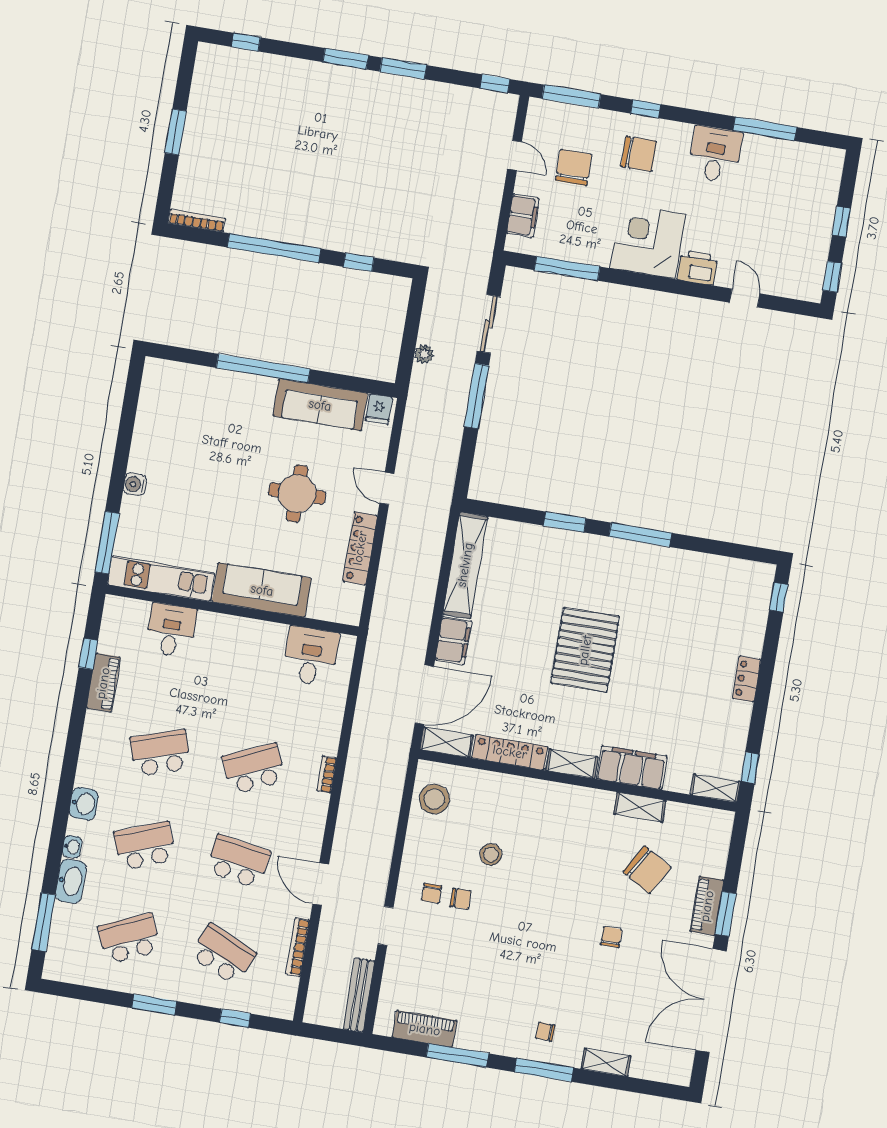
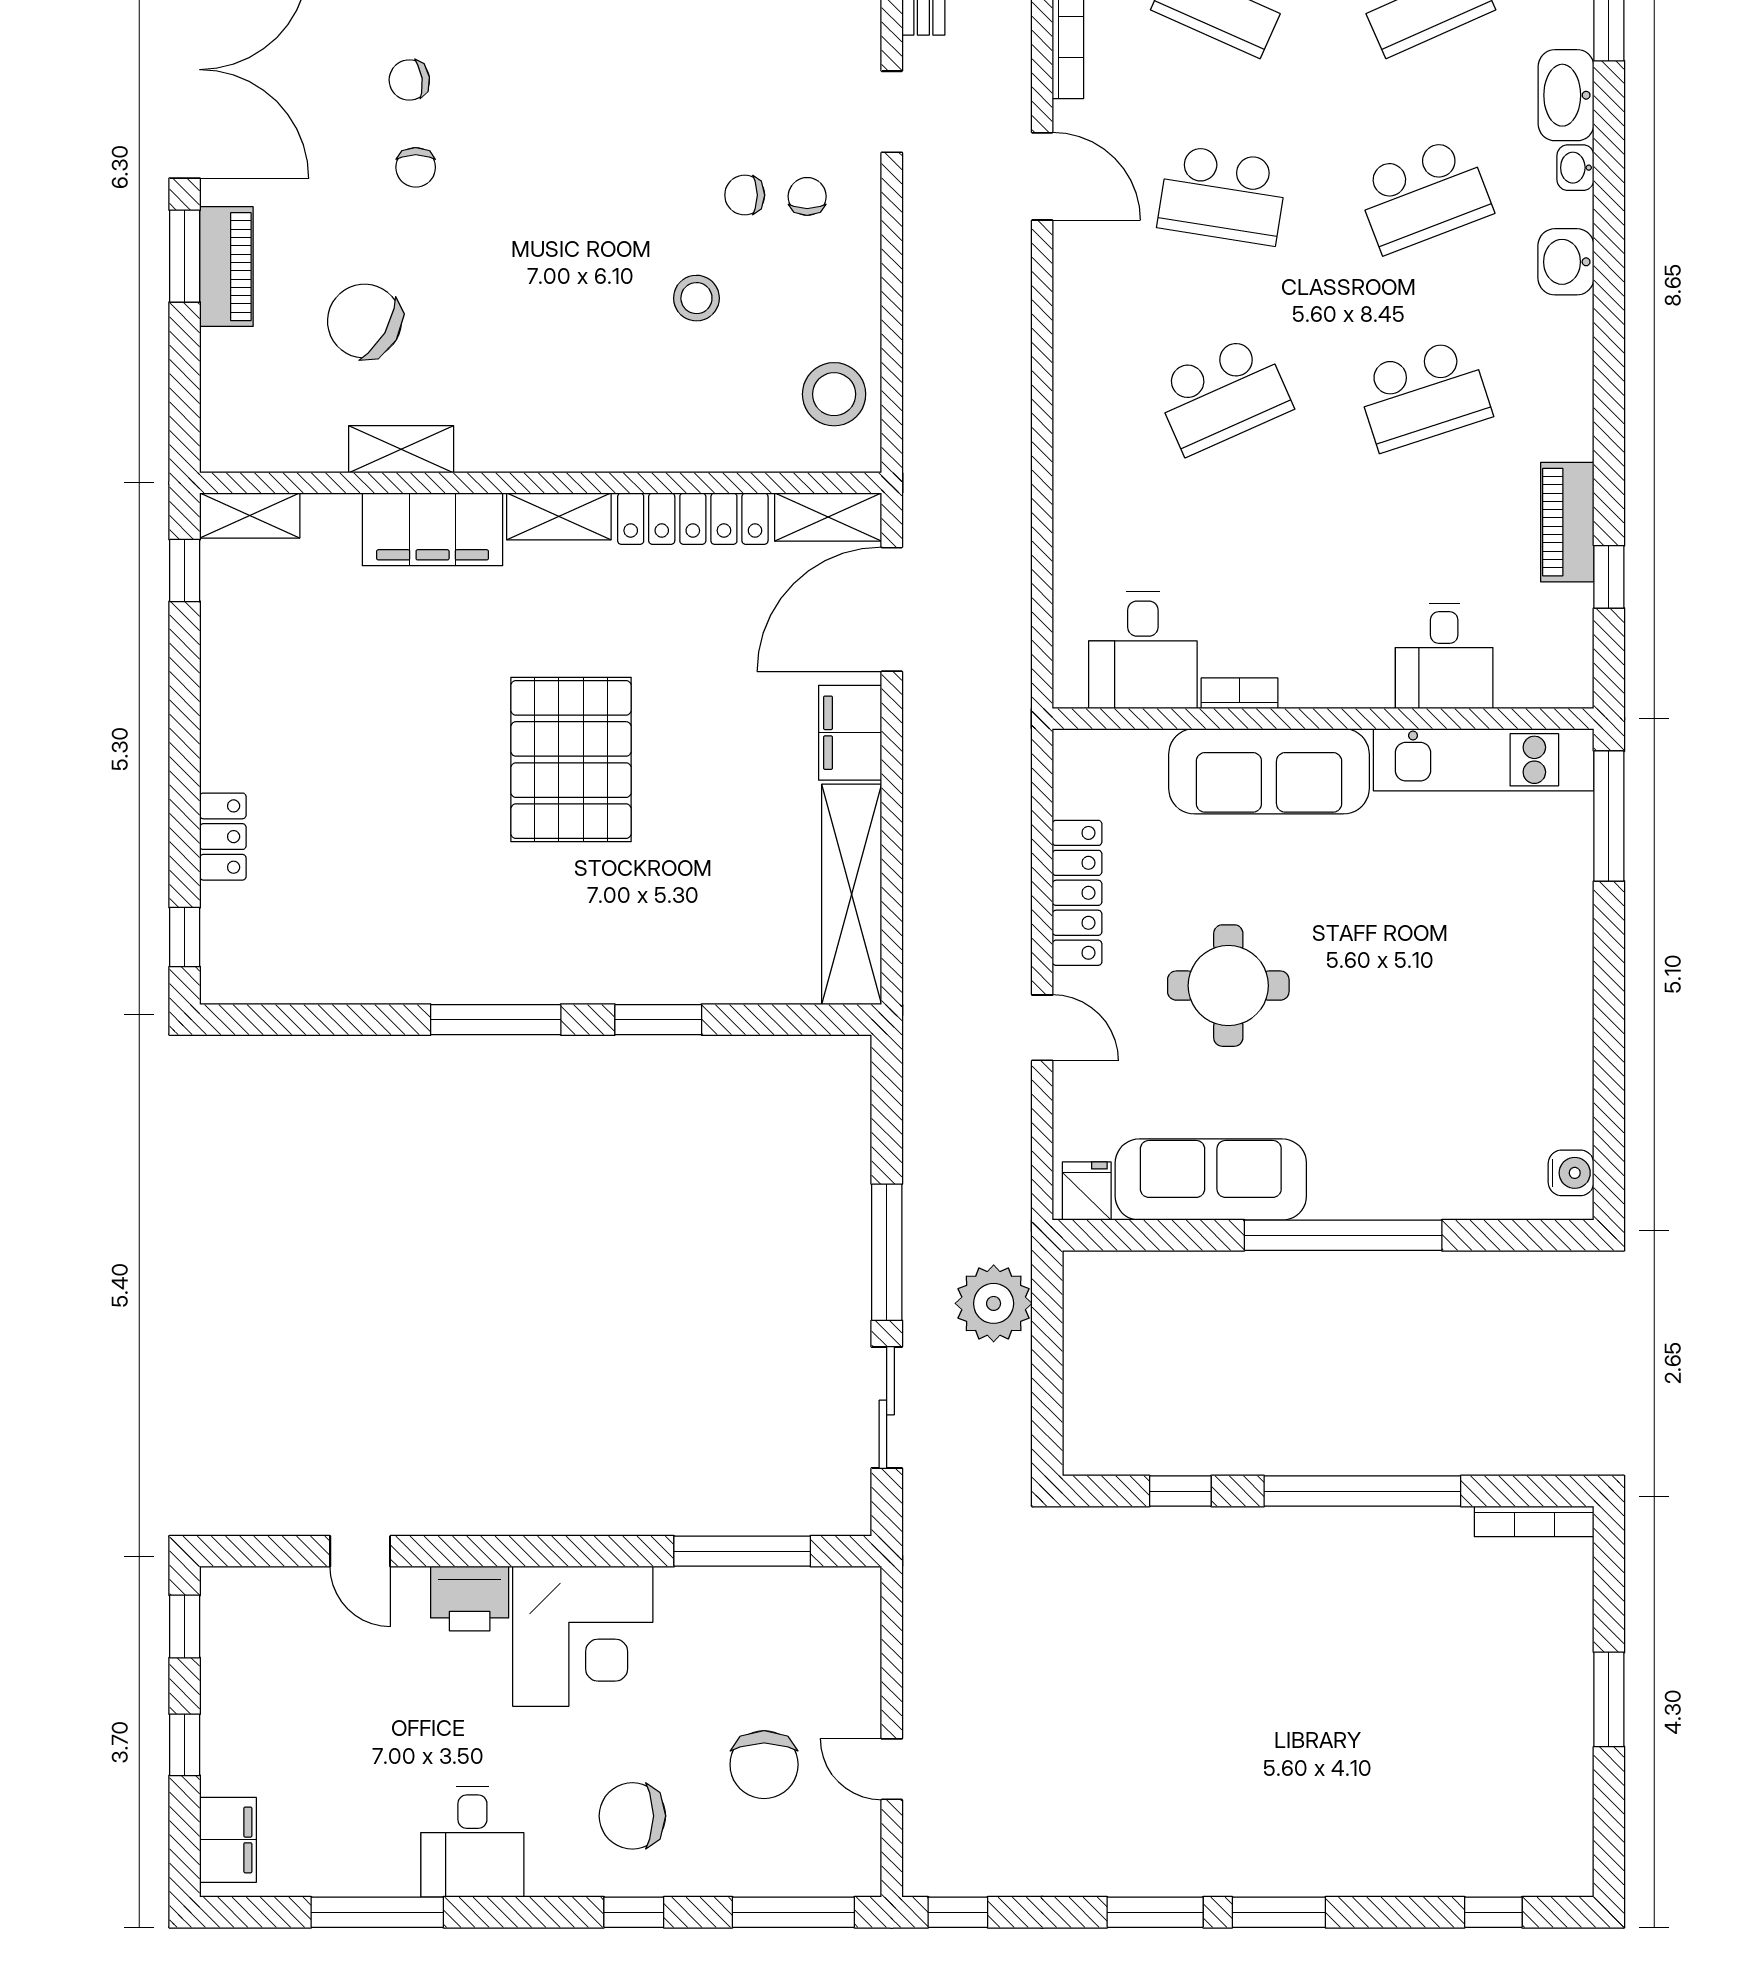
filing cabinet: (523, 216) -> (228, 1840), moved, turned 180
plant: (424, 354) -> (994, 1303), width x1.87, depth x1.87
water cooler: (135, 484) -> (1571, 1173), moved
locker: (747, 679) -> (223, 837), moved
bookcase: (327, 775) -> (1239, 693), moved, turned -90
chair: (607, 978) -> (409, 80), added

